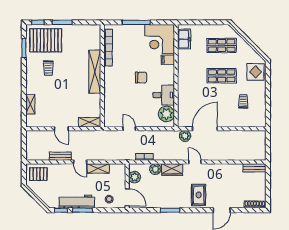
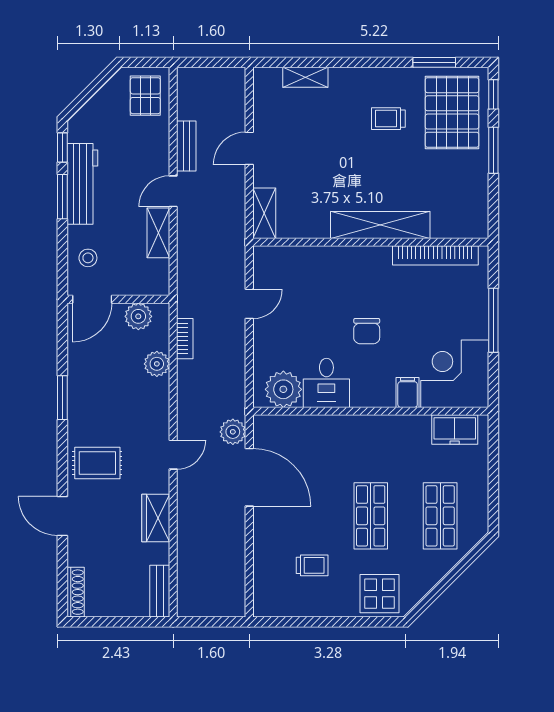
wardrobe: (172, 170) -> (156, 518), moved

